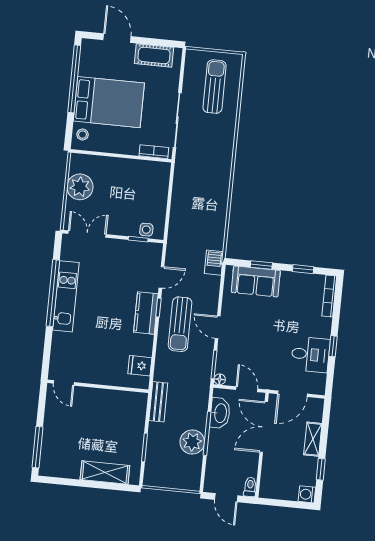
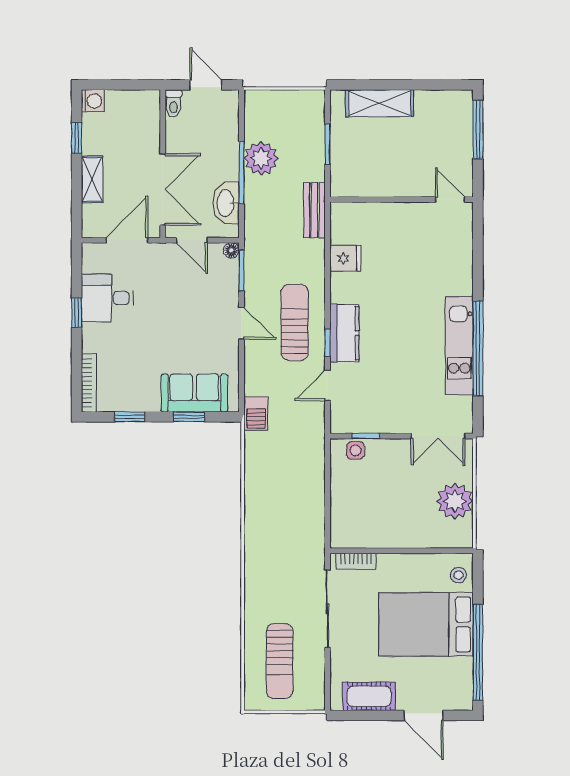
door: (64, 383) -> (450, 200), moved
wall: (98, 386) -> (401, 200), moved

